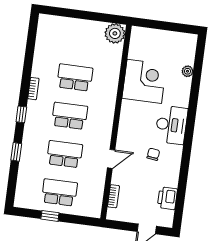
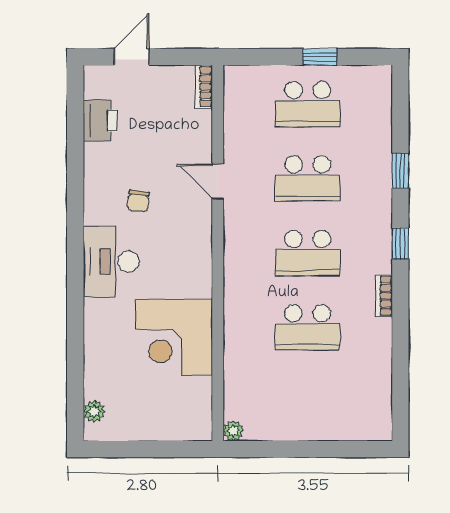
plant: (115, 33) -> (233, 431), width x0.53, depth x0.53
plant: (187, 71) -> (94, 411), moved
door: (111, 159) -> (218, 181), hinge flipped
bookcase: (113, 196) -> (204, 87), moved

